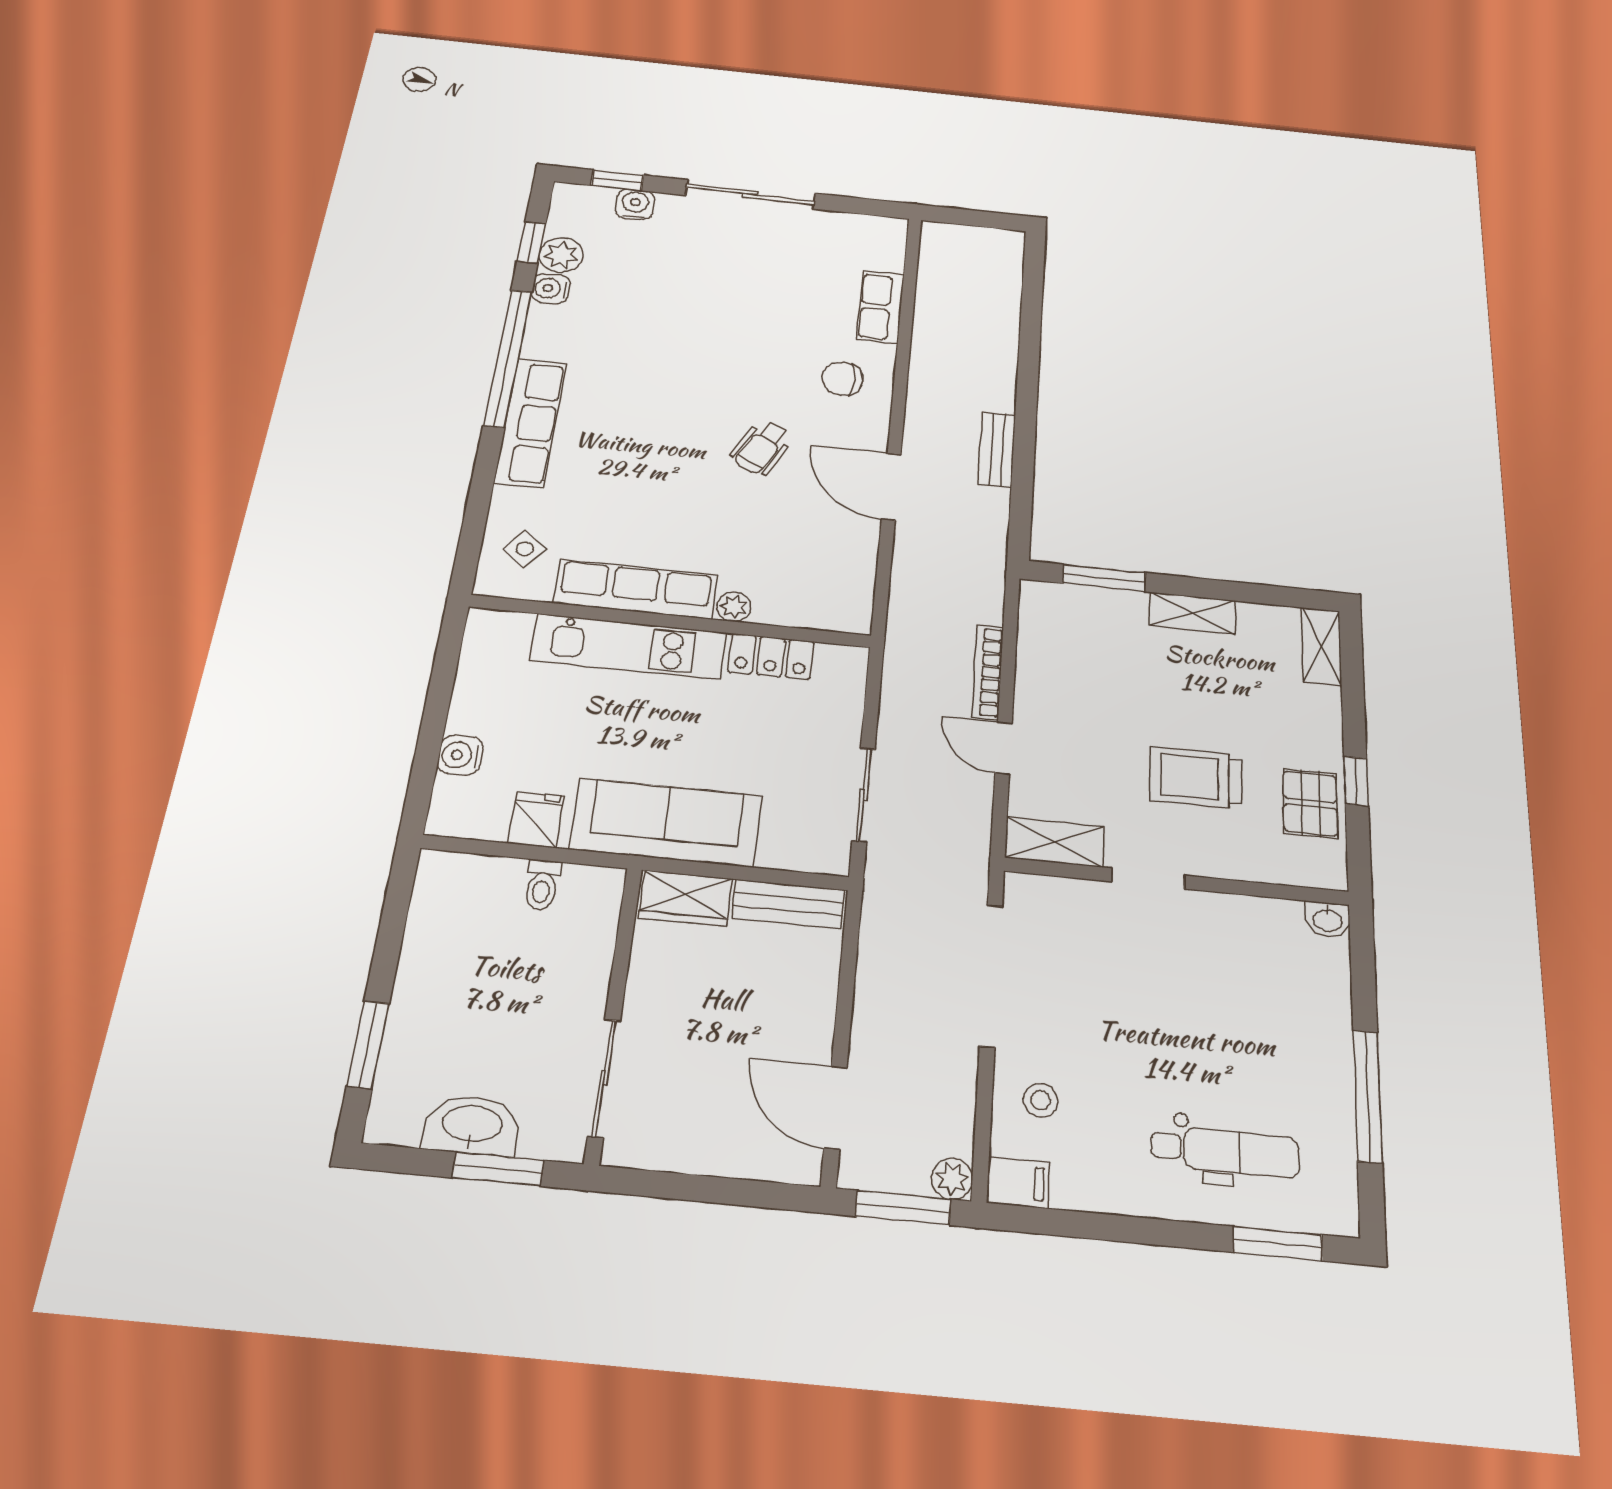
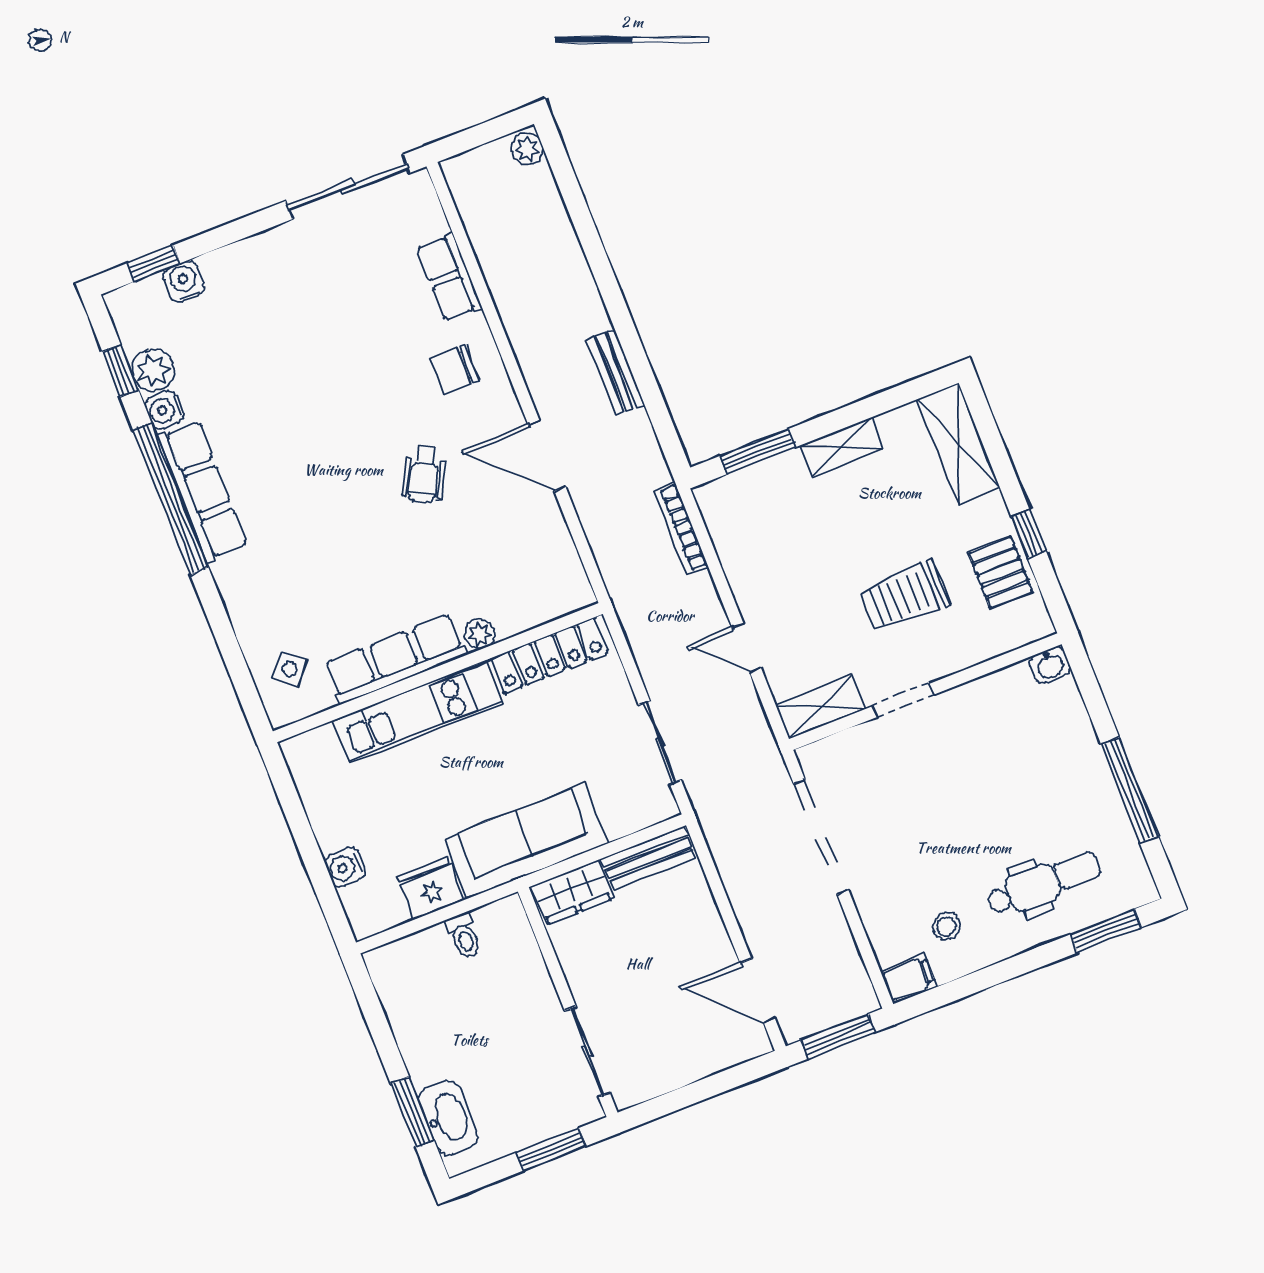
sliding door: (750, 194) -> (348, 187), moved
row of seats: (531, 422) -> (202, 491), moved
shelving: (1321, 646) -> (958, 444), width x1.50, depth x1.33
locker: (771, 657) -> (549, 655), width x1.53
bookcase: (988, 672) -> (681, 529), moved
fridge: (536, 820) -> (431, 888), width x1.38
stool: (1041, 1100) -> (947, 926), moved
washbasin: (472, 1125) -> (448, 1118), moved, turned 90
plant: (952, 1179) -> (527, 149), moved

